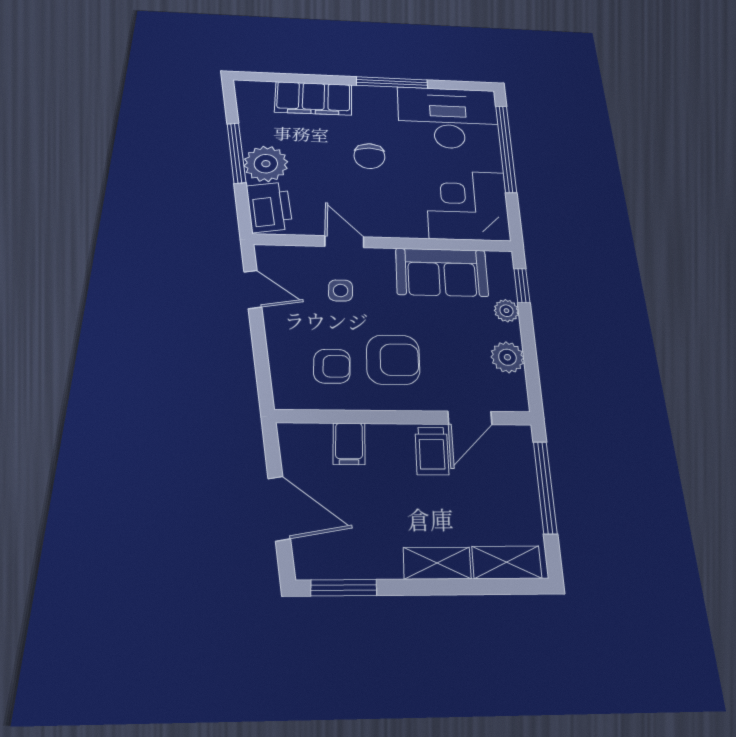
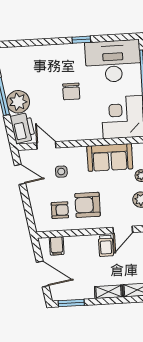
window: (392, 83) -> (81, 40), width x0.46
filing cabinet: (313, 98) -> (39, 56), removed
door: (344, 242) -> (46, 145), moved
armchair: (393, 360) -> (88, 205), turned 180
filing cabinet: (349, 444) -> (57, 246), moved

